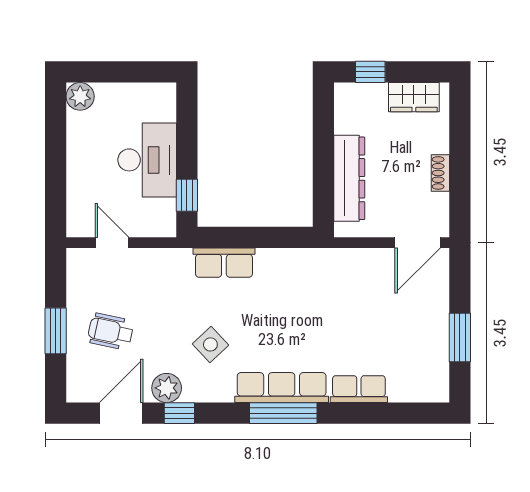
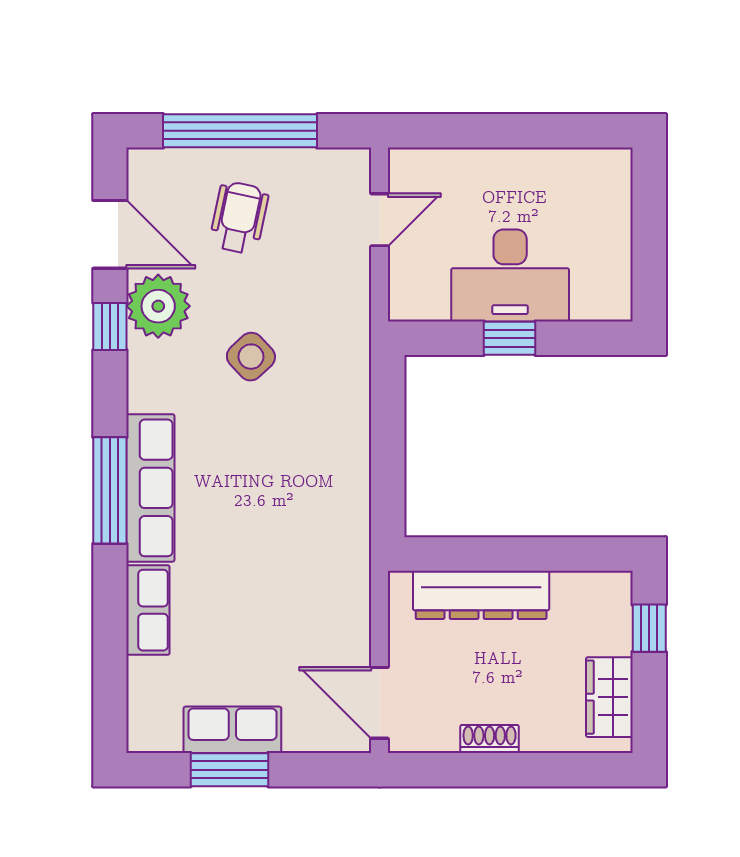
plant: (80, 96) -> (610, 169), removed
window: (187, 195) -> (510, 338), moved
row of seats: (224, 263) -> (232, 730), moved, turned 90
window: (56, 331) -> (240, 131), width x2.11
side table: (210, 344) -> (251, 357), moved
plant: (167, 388) -> (158, 306), width x1.36, depth x1.36

